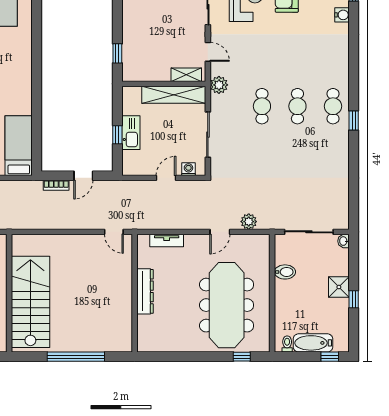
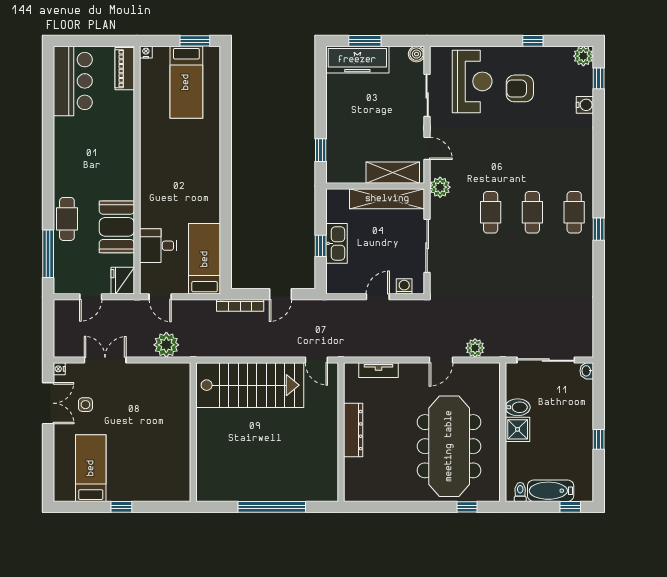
shelving: (186, 75) -> (393, 173), width x1.50, depth x1.33
bookcase: (56, 185) -> (240, 305), width x1.56
shower: (339, 287) -> (518, 429), moved
stairs: (30, 302) -> (250, 385), moved, turned 90

